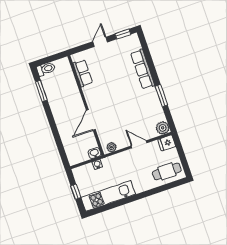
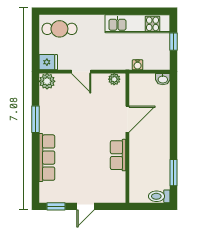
row of seats: (83, 73) -> (118, 155), moved
washbasin: (95, 153) -> (163, 79), moved

